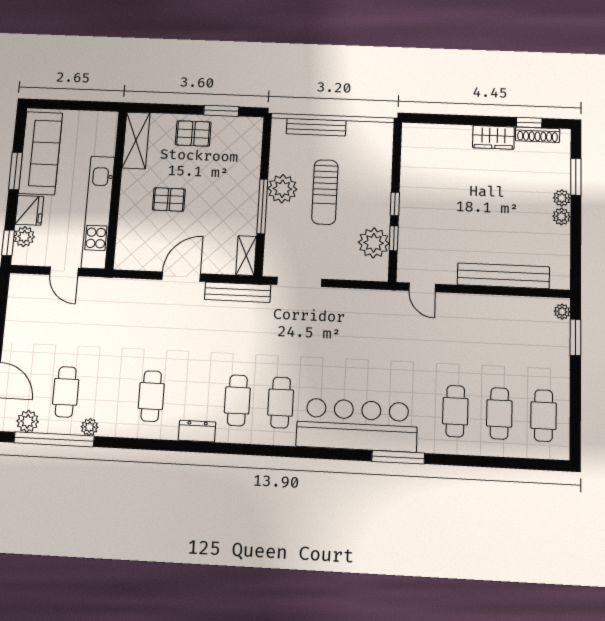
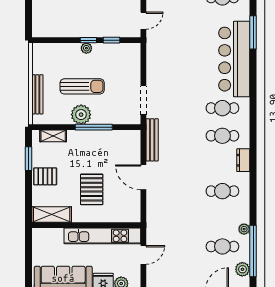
pallet: (193, 133) -> (45, 176), turned 90
pallet: (169, 199) -> (92, 189), width x1.50, depth x1.42
plant: (374, 243) -> (86, 48), moved, width x0.53, depth x0.53
shelving: (246, 256) -> (53, 136), moved

